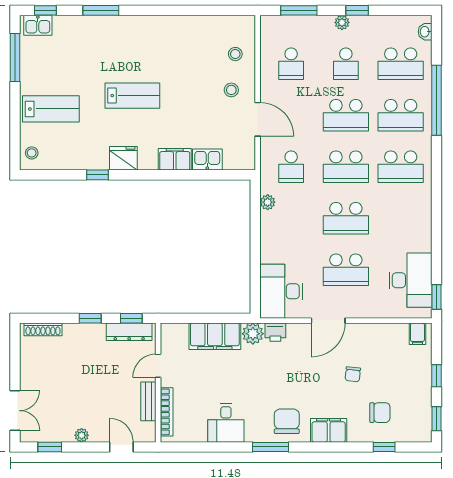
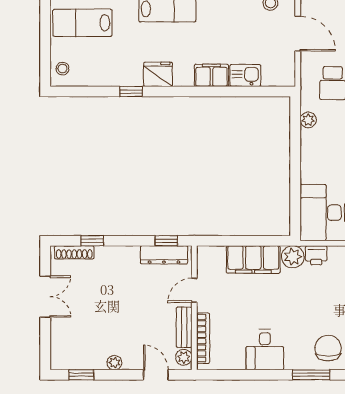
lab bench: (51, 109) -> (82, 23), turned 180
window: (90, 318) -> (92, 241), moved
double door: (15, 411) -> (45, 297), moved
plant: (148, 430) -> (184, 357), added

